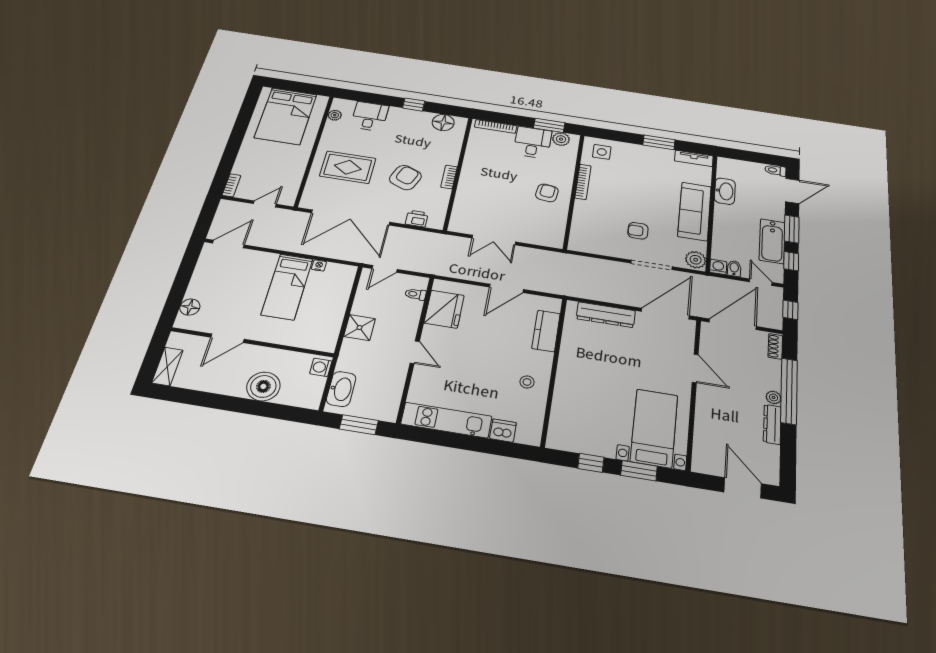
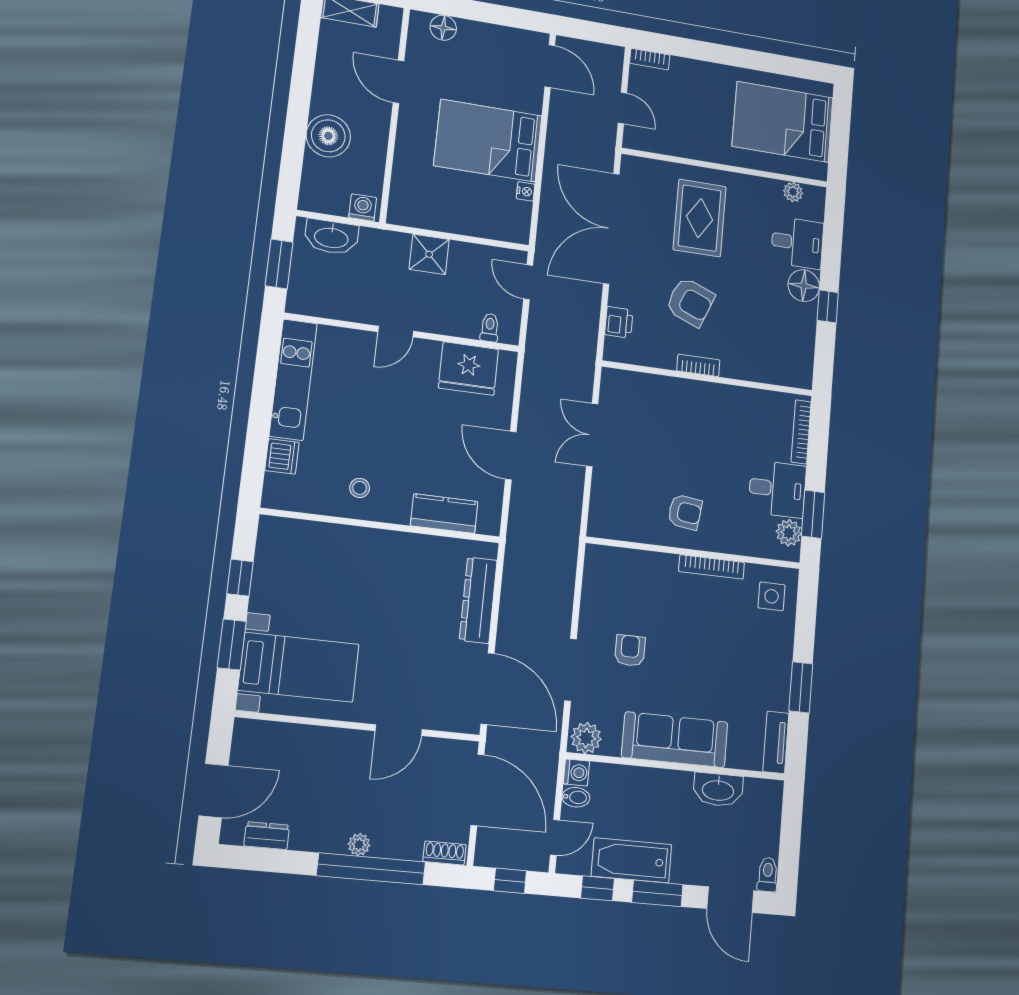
floor lamp: (443, 123) -> (804, 286), moved
bed: (287, 287) -> (488, 141), width x1.50
dresser: (772, 424) -> (267, 836), moved, width x0.70

